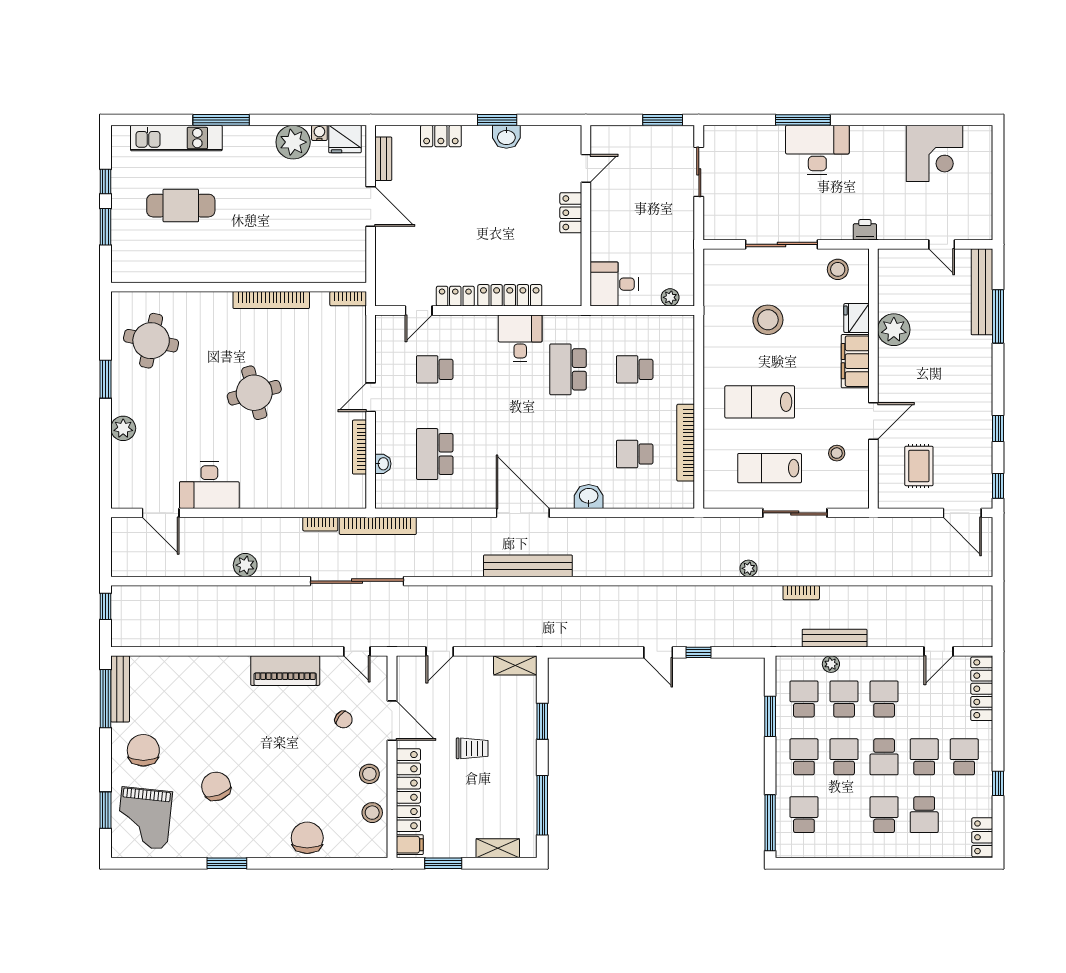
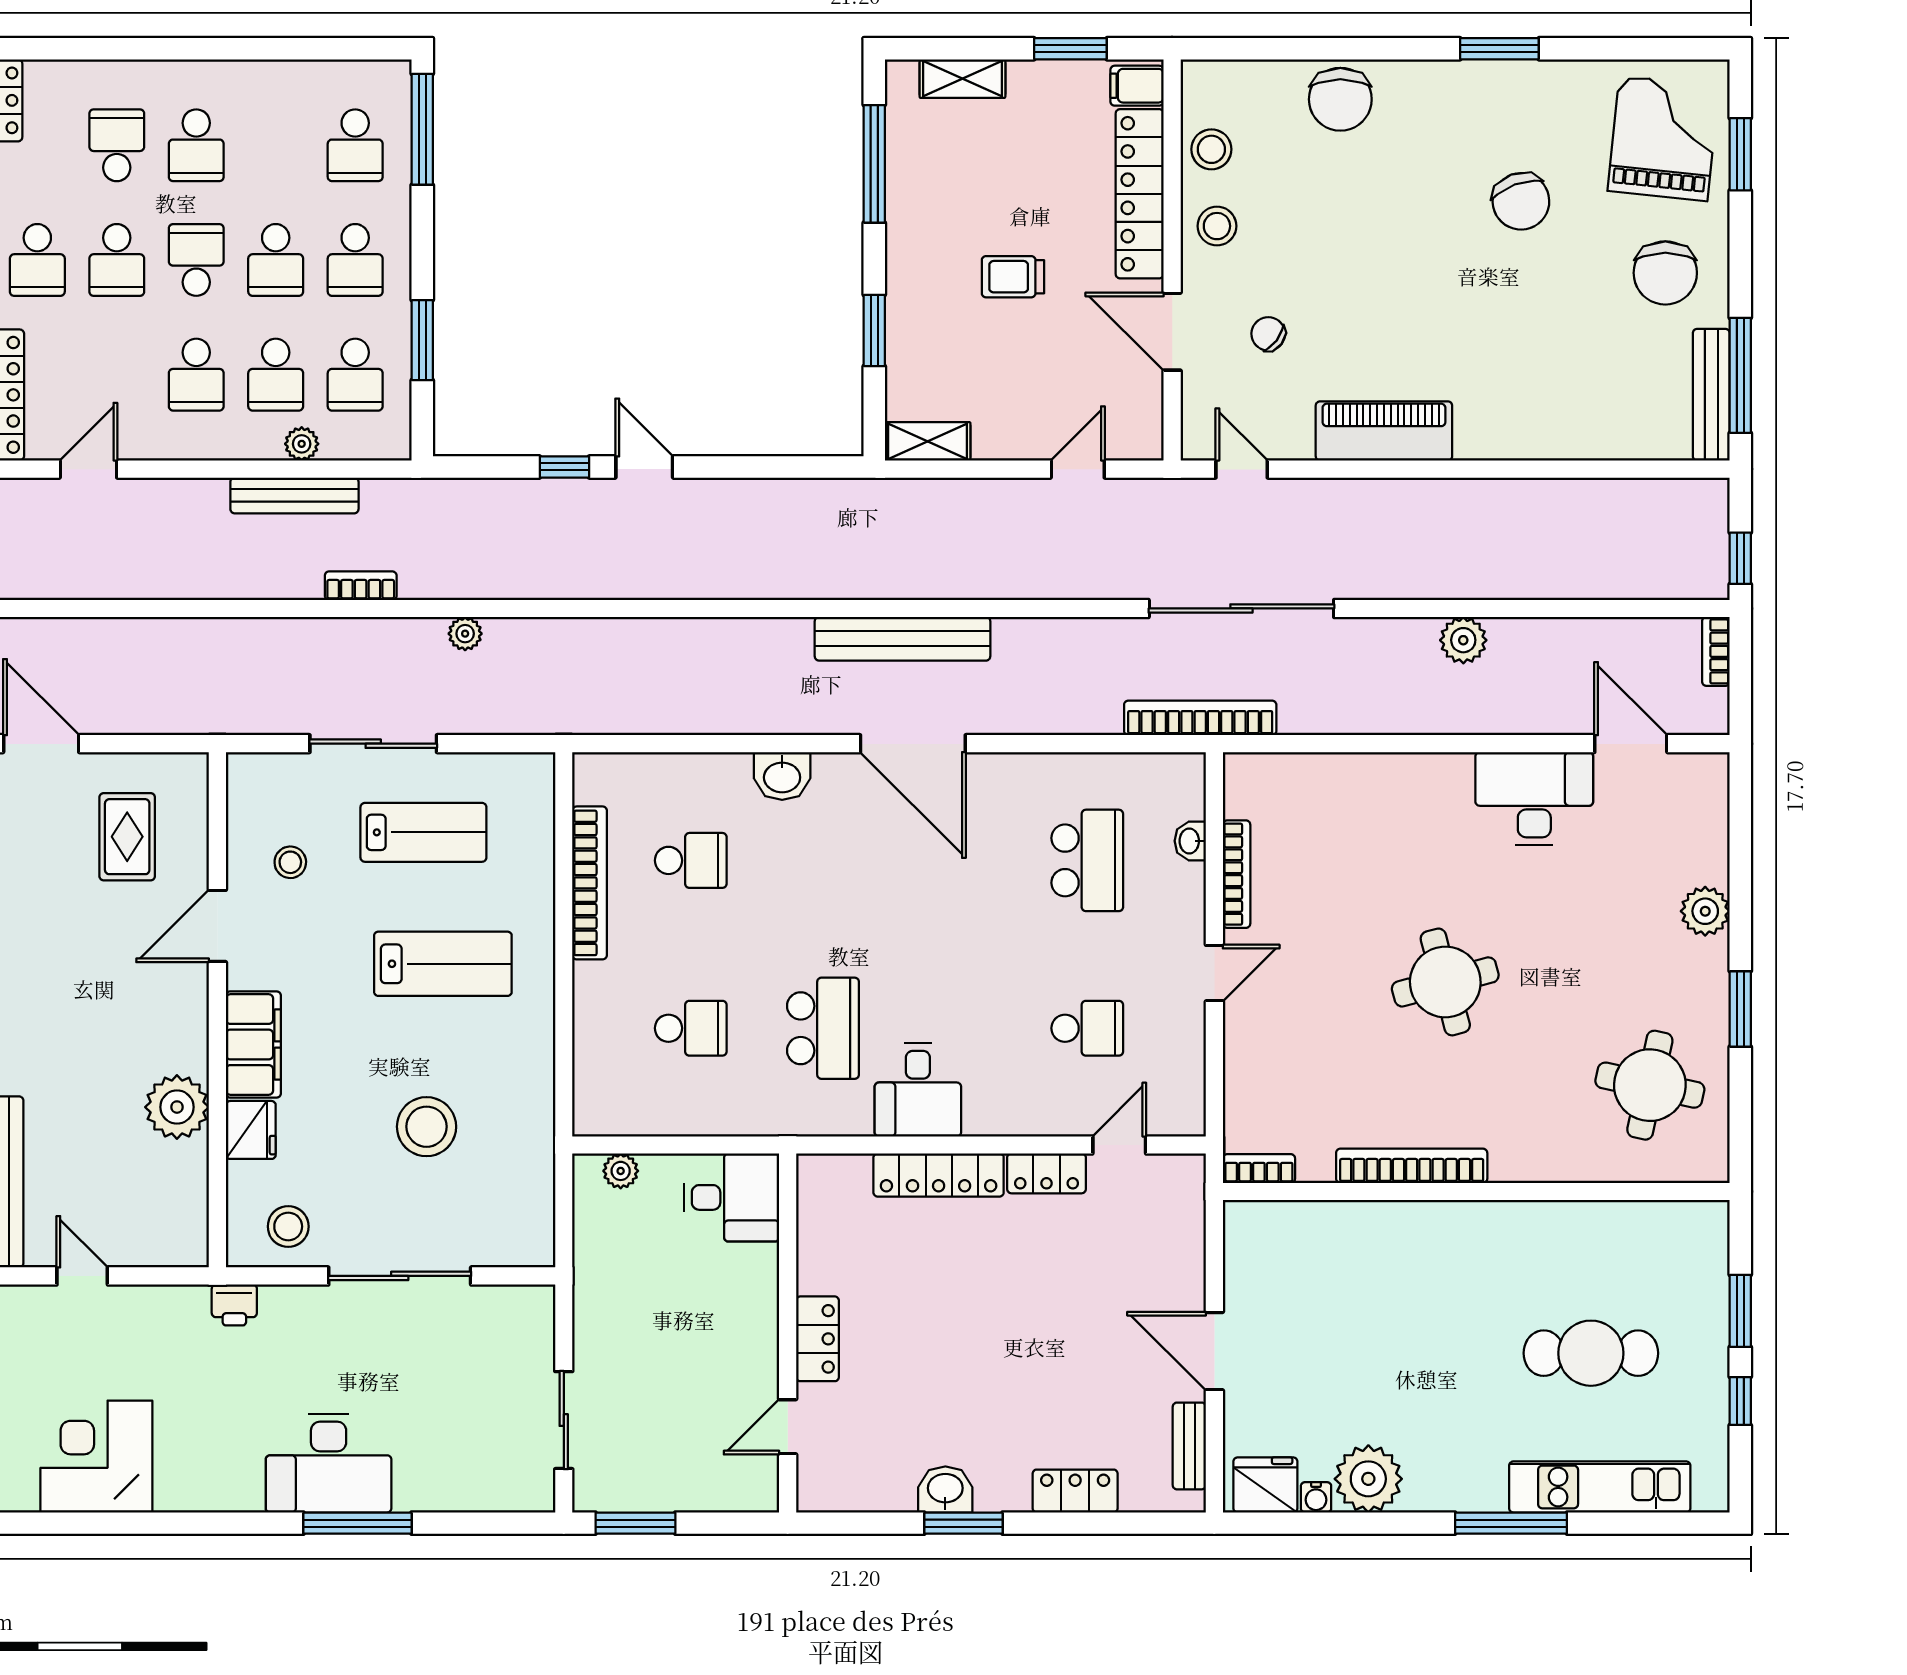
bookcase: (320, 524) -> (1716, 651), moved, turned -90

